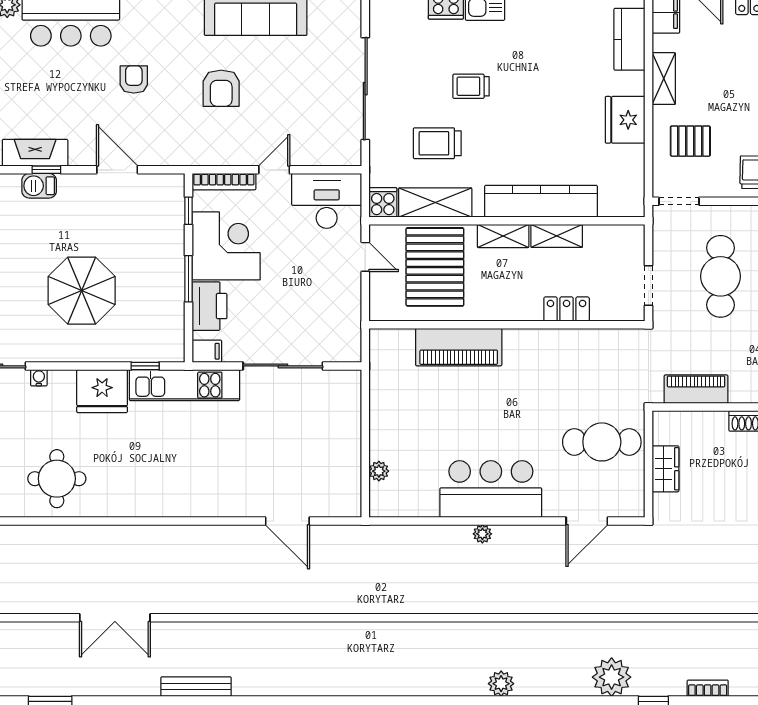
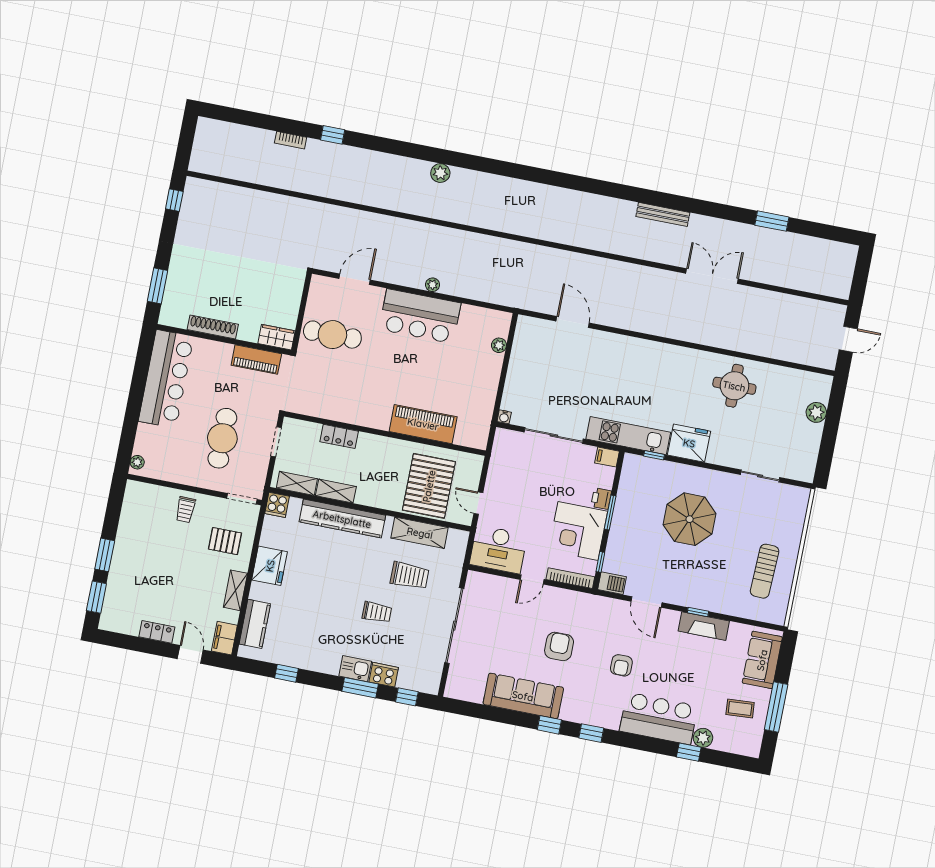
barbecue: (39, 186) -> (612, 583), moved
cooker: (383, 202) -> (277, 505), moved
shelving: (503, 236) -> (297, 483), moved
printer: (209, 306) -> (601, 499), width x0.53, depth x0.68
water cooler: (39, 378) -> (504, 417), moved
wardrobe: (665, 469) -> (277, 337), moved, turned 90
plant: (612, 677) -> (359, 162), removed

